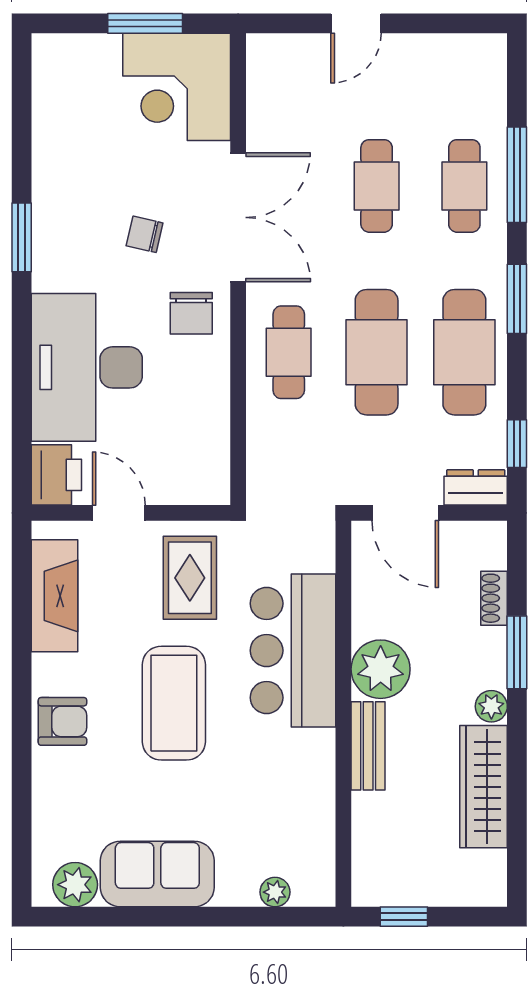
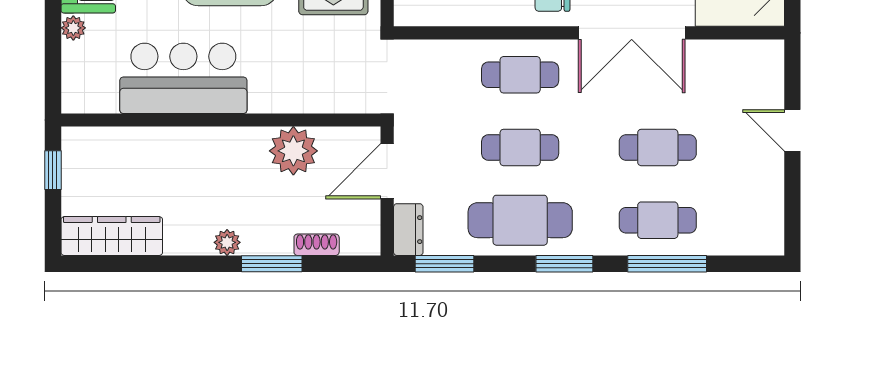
cafe table: (377, 352) -> (520, 147), width x0.73, depth x0.74
window: (517, 444) -> (445, 264), width x1.50
bar counter: (293, 651) -> (183, 78), moved
plant: (381, 669) -> (293, 151), moved
bench: (368, 746) -> (194, 140), removed
wardrobe: (484, 787) -> (112, 236), moved
plant: (275, 892) -> (73, 28), moved

